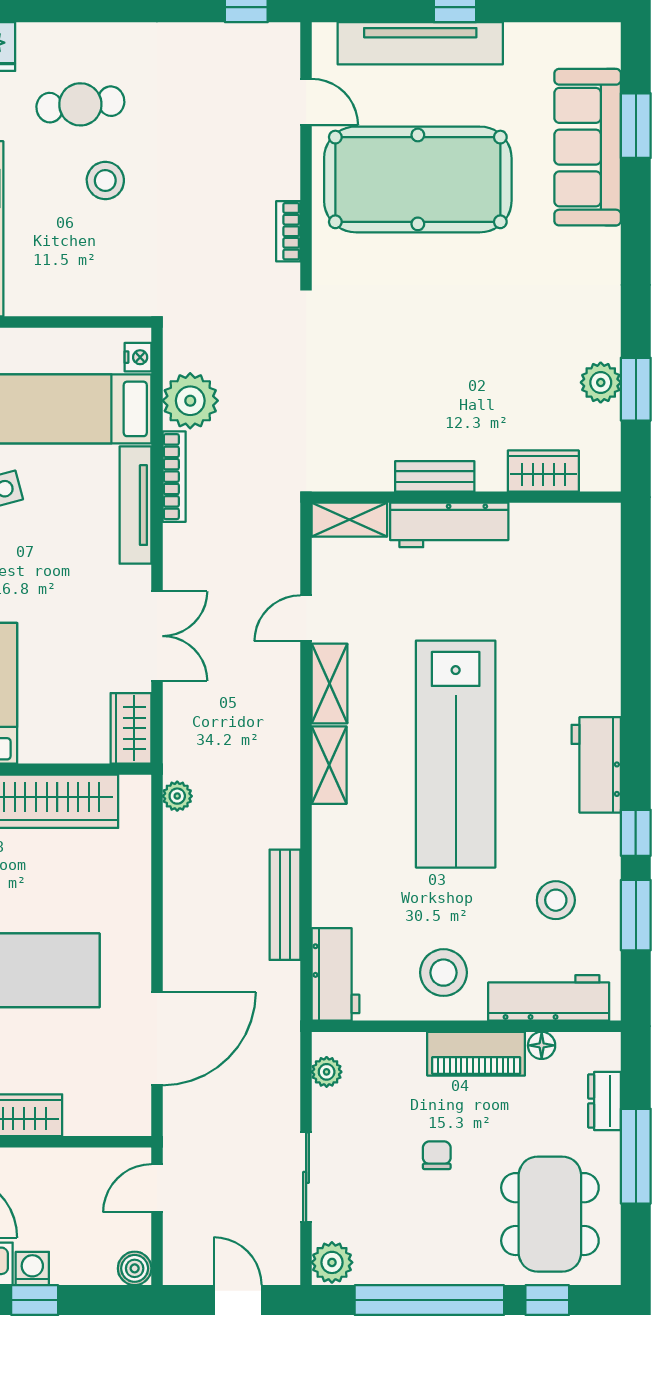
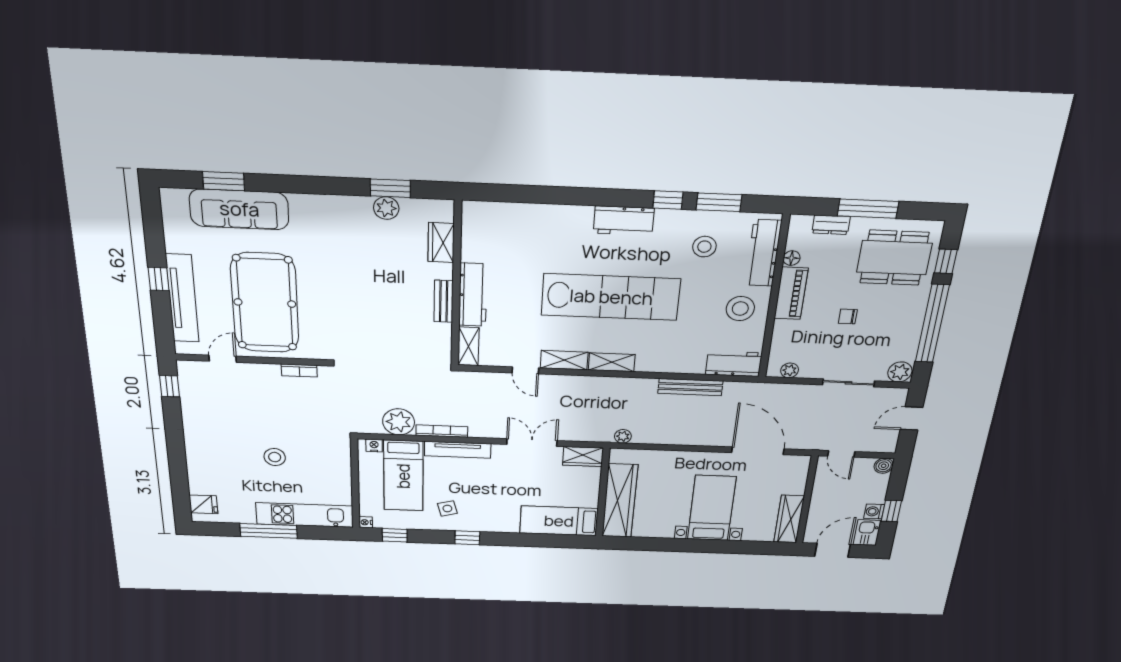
cafe table: (80, 104) -> (232, 467), removed

